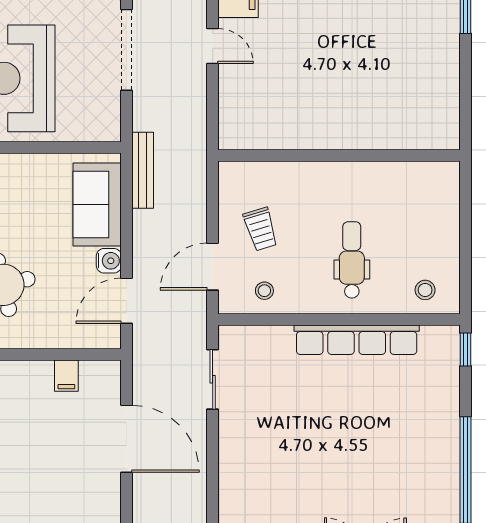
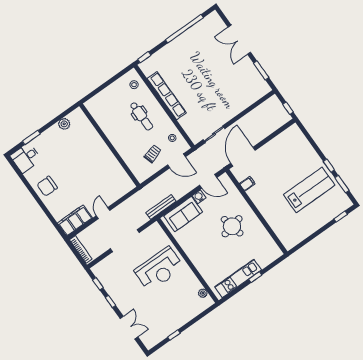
plant: (446, 95) -> (64, 124), added
dental chair: (352, 260) -> (141, 116), turned -90
door: (127, 439) -> (243, 157), moved

